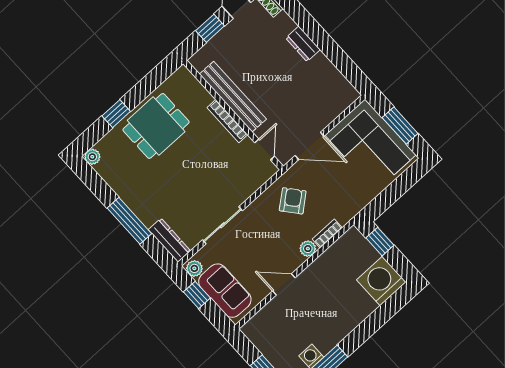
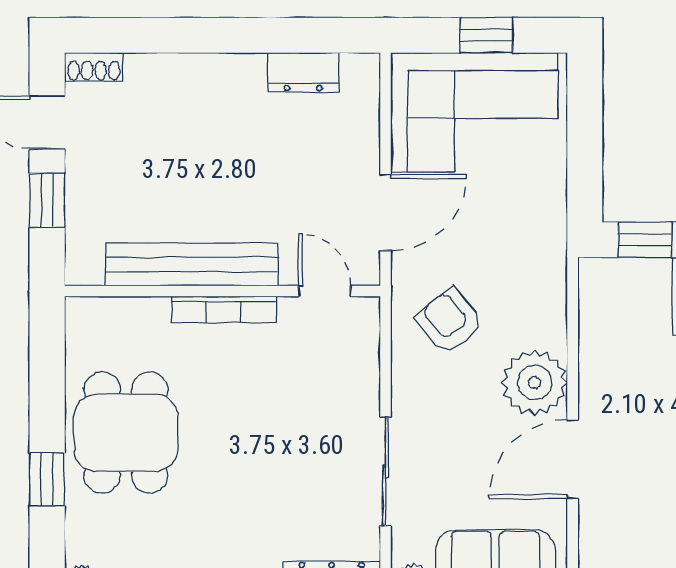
dresser: (303, 44) -> (303, 73), moved
window: (400, 125) -> (486, 35), width x0.67
bookcase: (327, 233) -> (554, 313), removed
plant: (308, 249) -> (535, 383), width x1.87, depth x1.87
door: (284, 284) -> (573, 459), width x1.38

